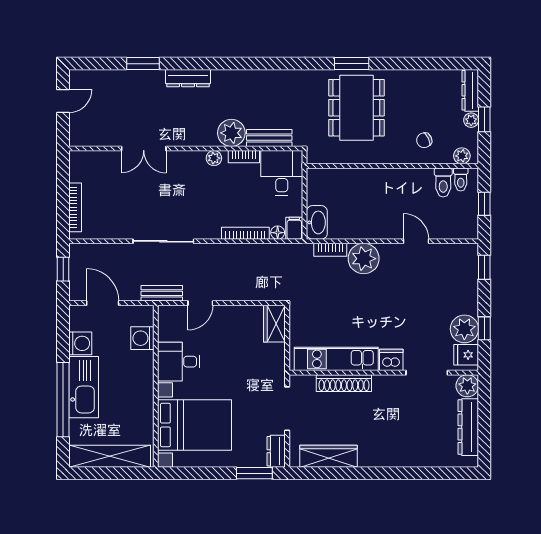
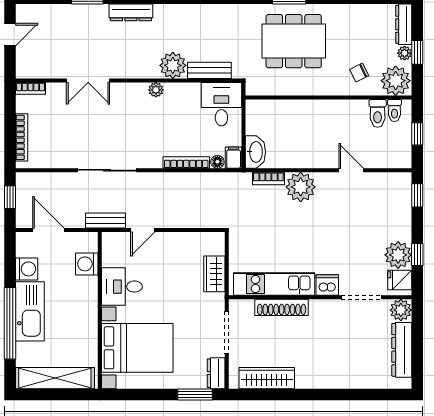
dining table: (356, 108) -> (294, 41), turned 90
plant: (462, 156) -> (396, 81), width x1.88, depth x1.88
bookcase: (244, 157) -> (31, 88), moved
wardrobe: (274, 324) -> (214, 274), moved

